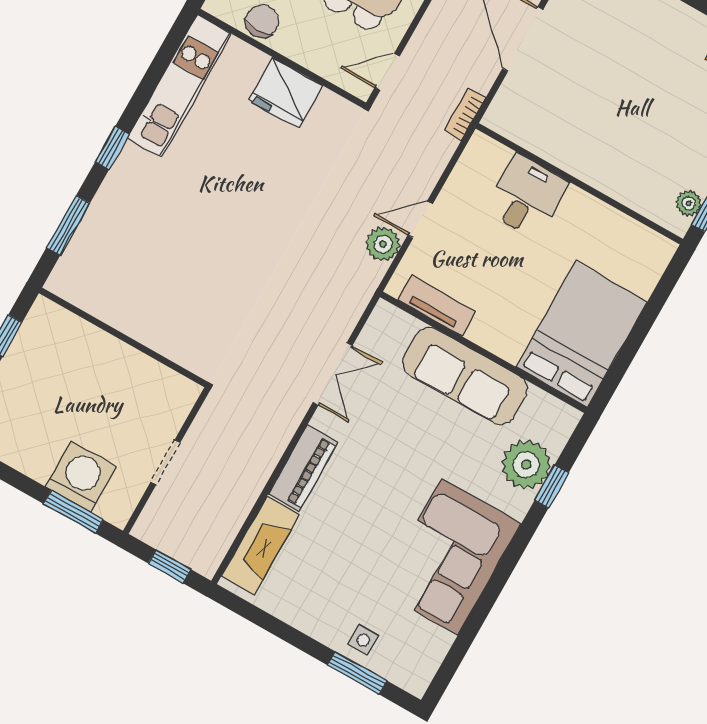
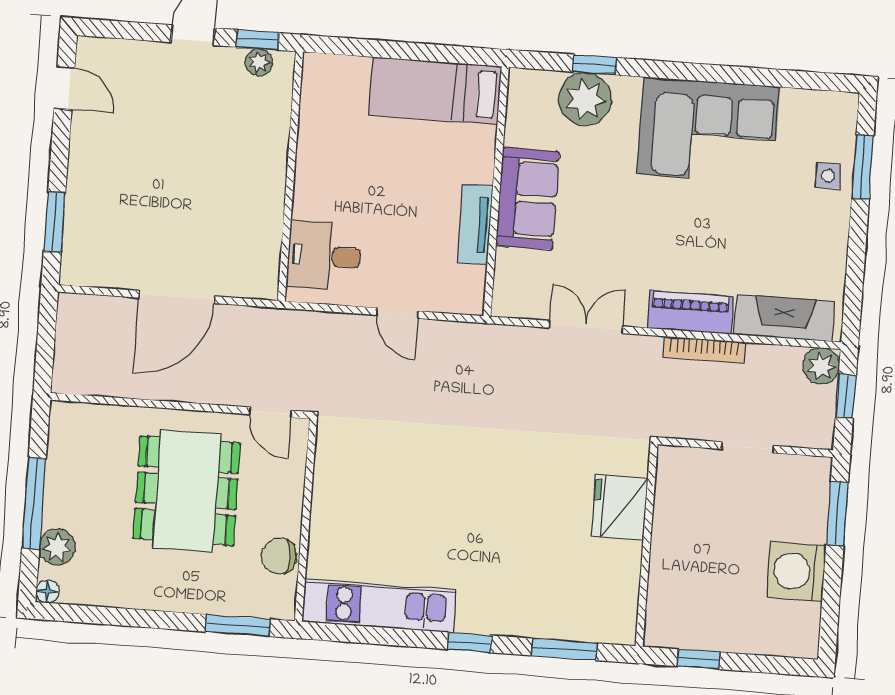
fridge: (286, 93) -> (620, 507), moved, turned 180
bookcase: (465, 114) -> (704, 350), moved, width x1.56
desk: (526, 196) -> (324, 256), moved
plant: (383, 244) -> (821, 366), moved
tv unit: (436, 305) -> (475, 224), moved
bed: (582, 334) -> (435, 91), width x0.67
sofa: (465, 376) -> (528, 199), width x0.73
washing machine: (81, 477) -> (796, 571), moved

